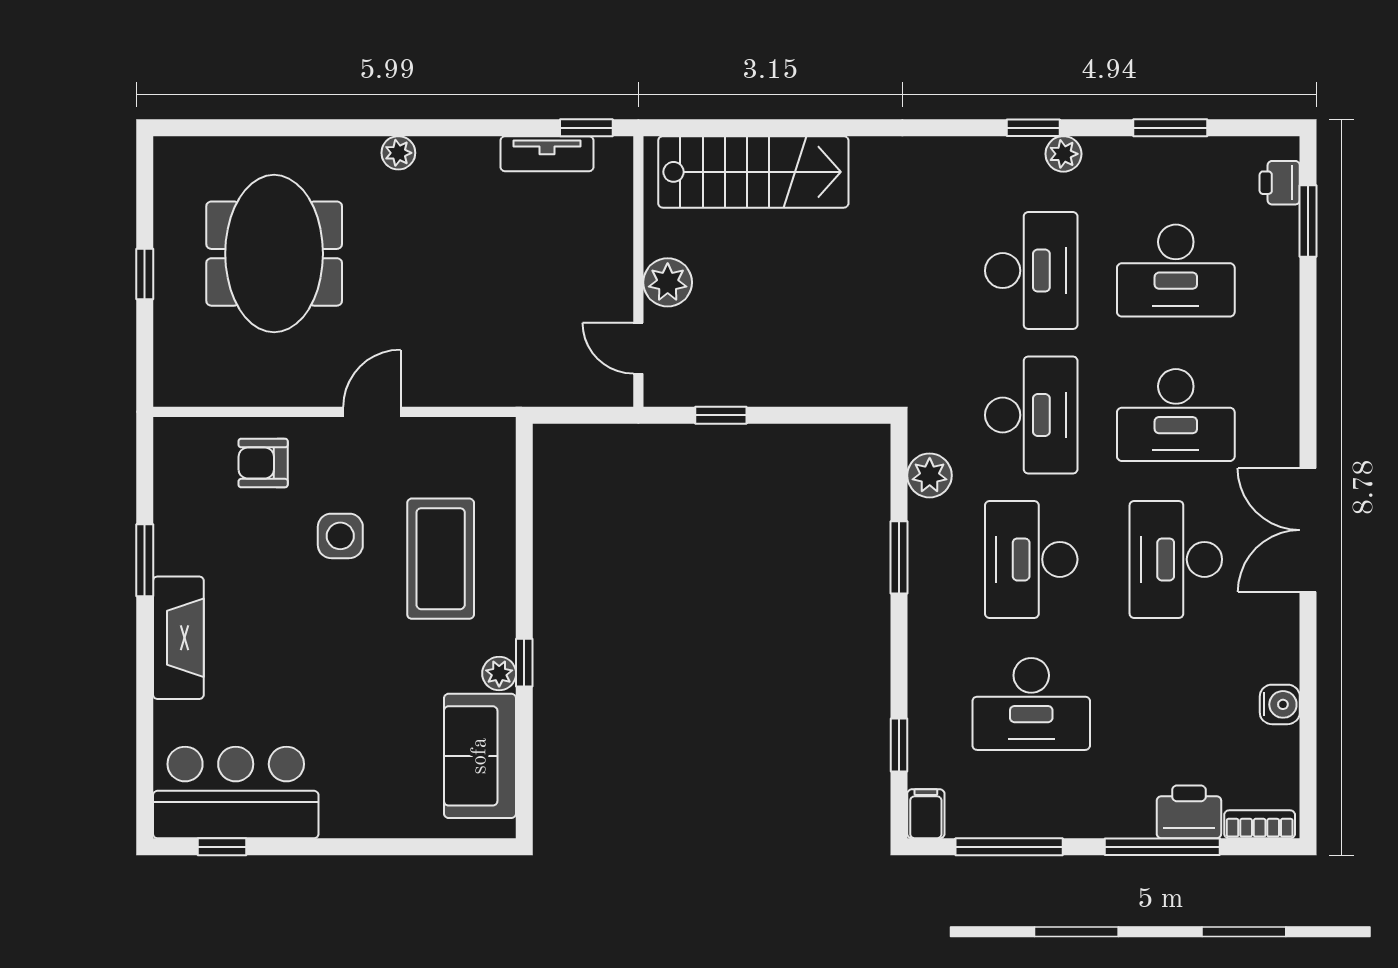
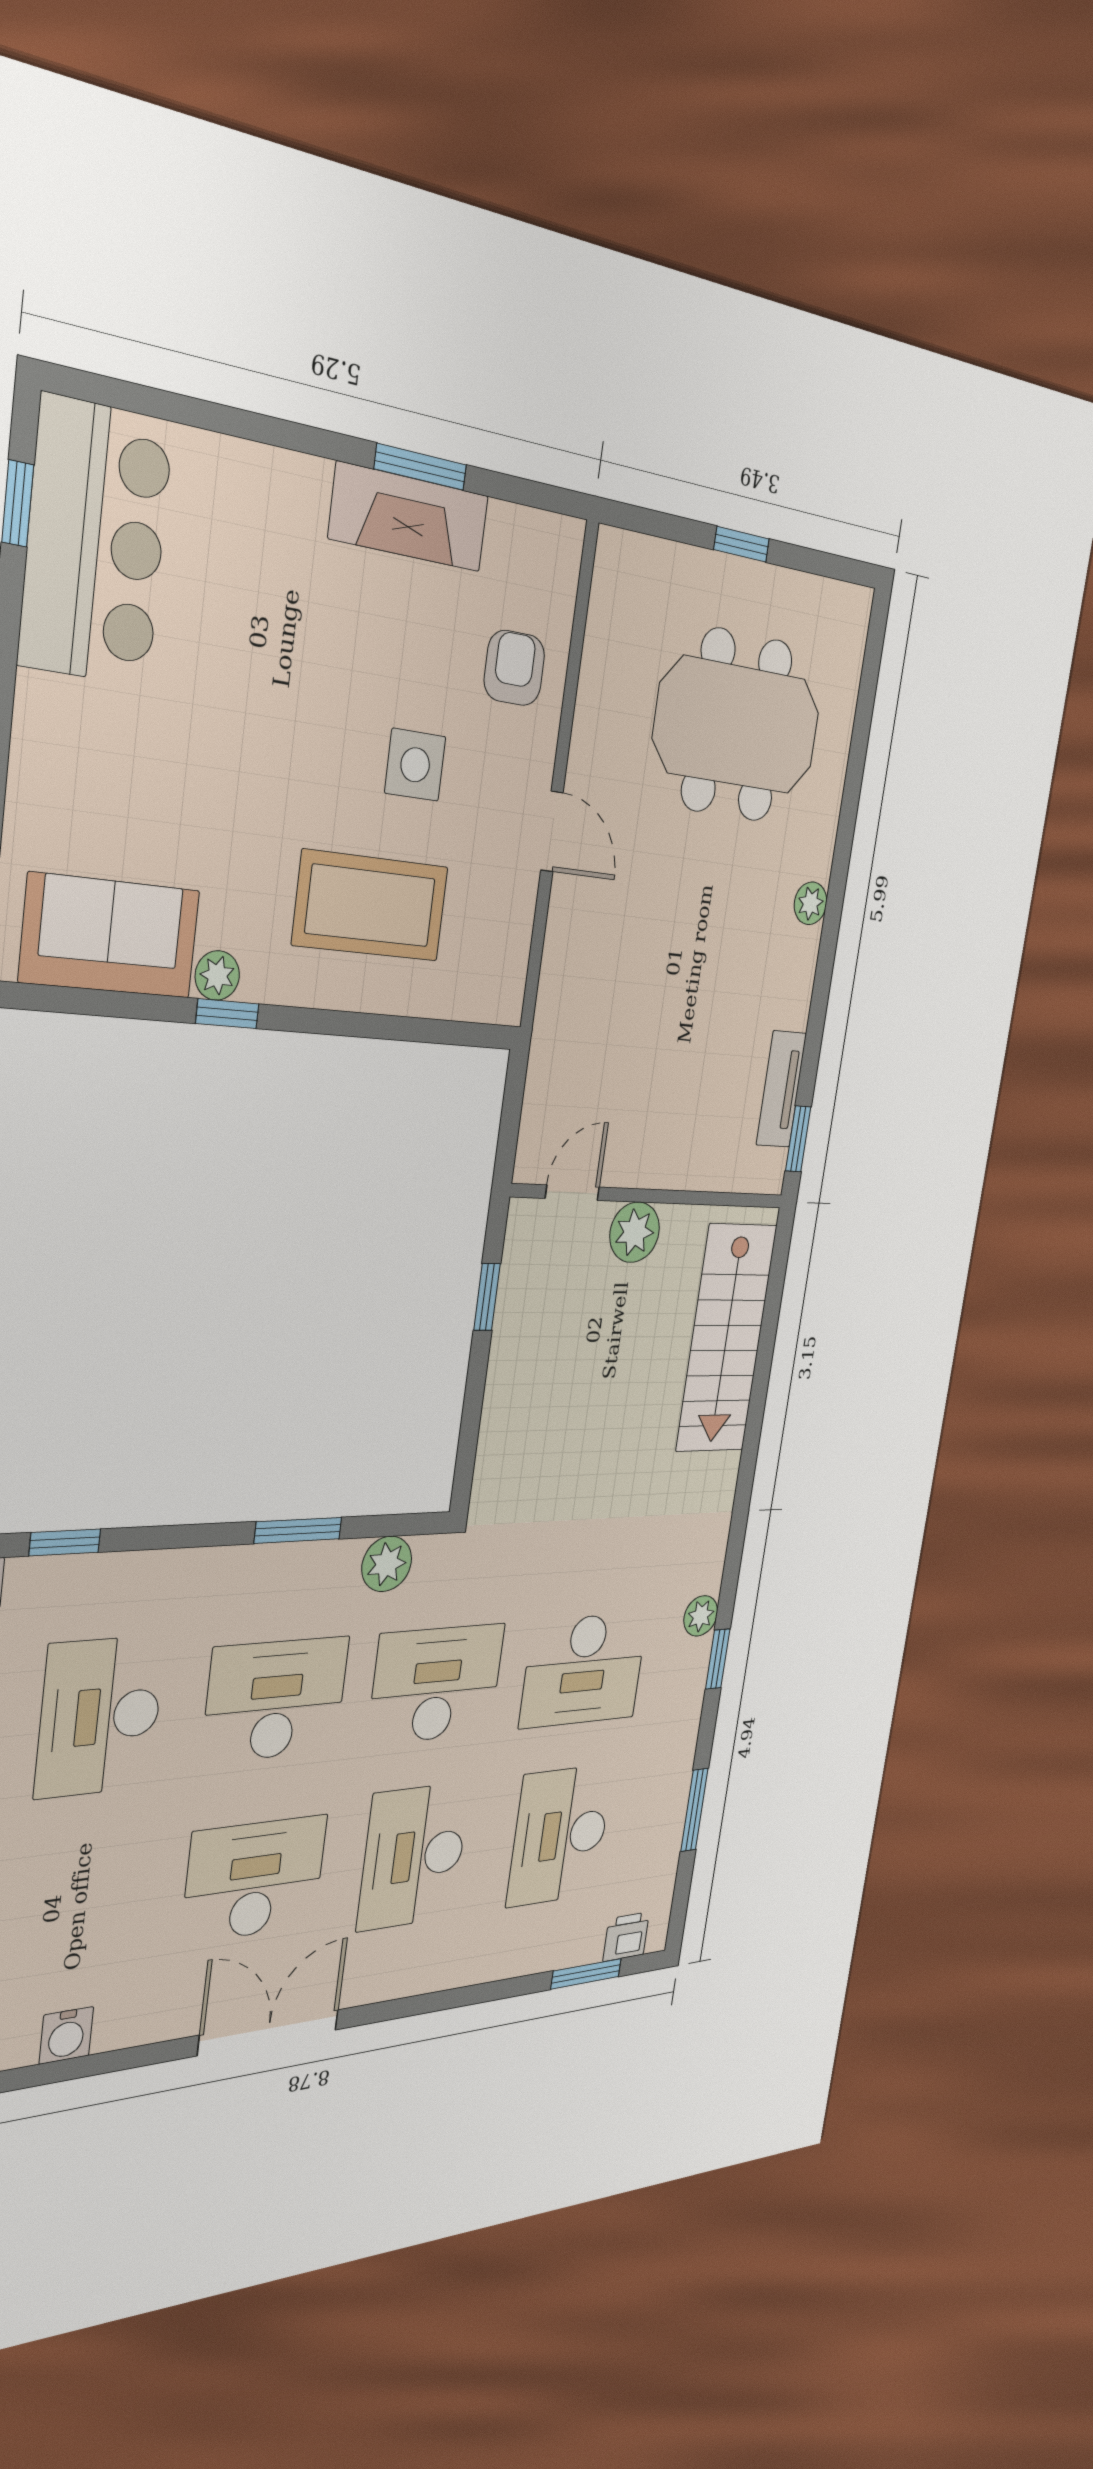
plant: (1063, 154) -> (701, 1616), moved
desk: (1031, 415) -> (436, 1684), turned 180
fireplace: (178, 638) -> (409, 517), moved

